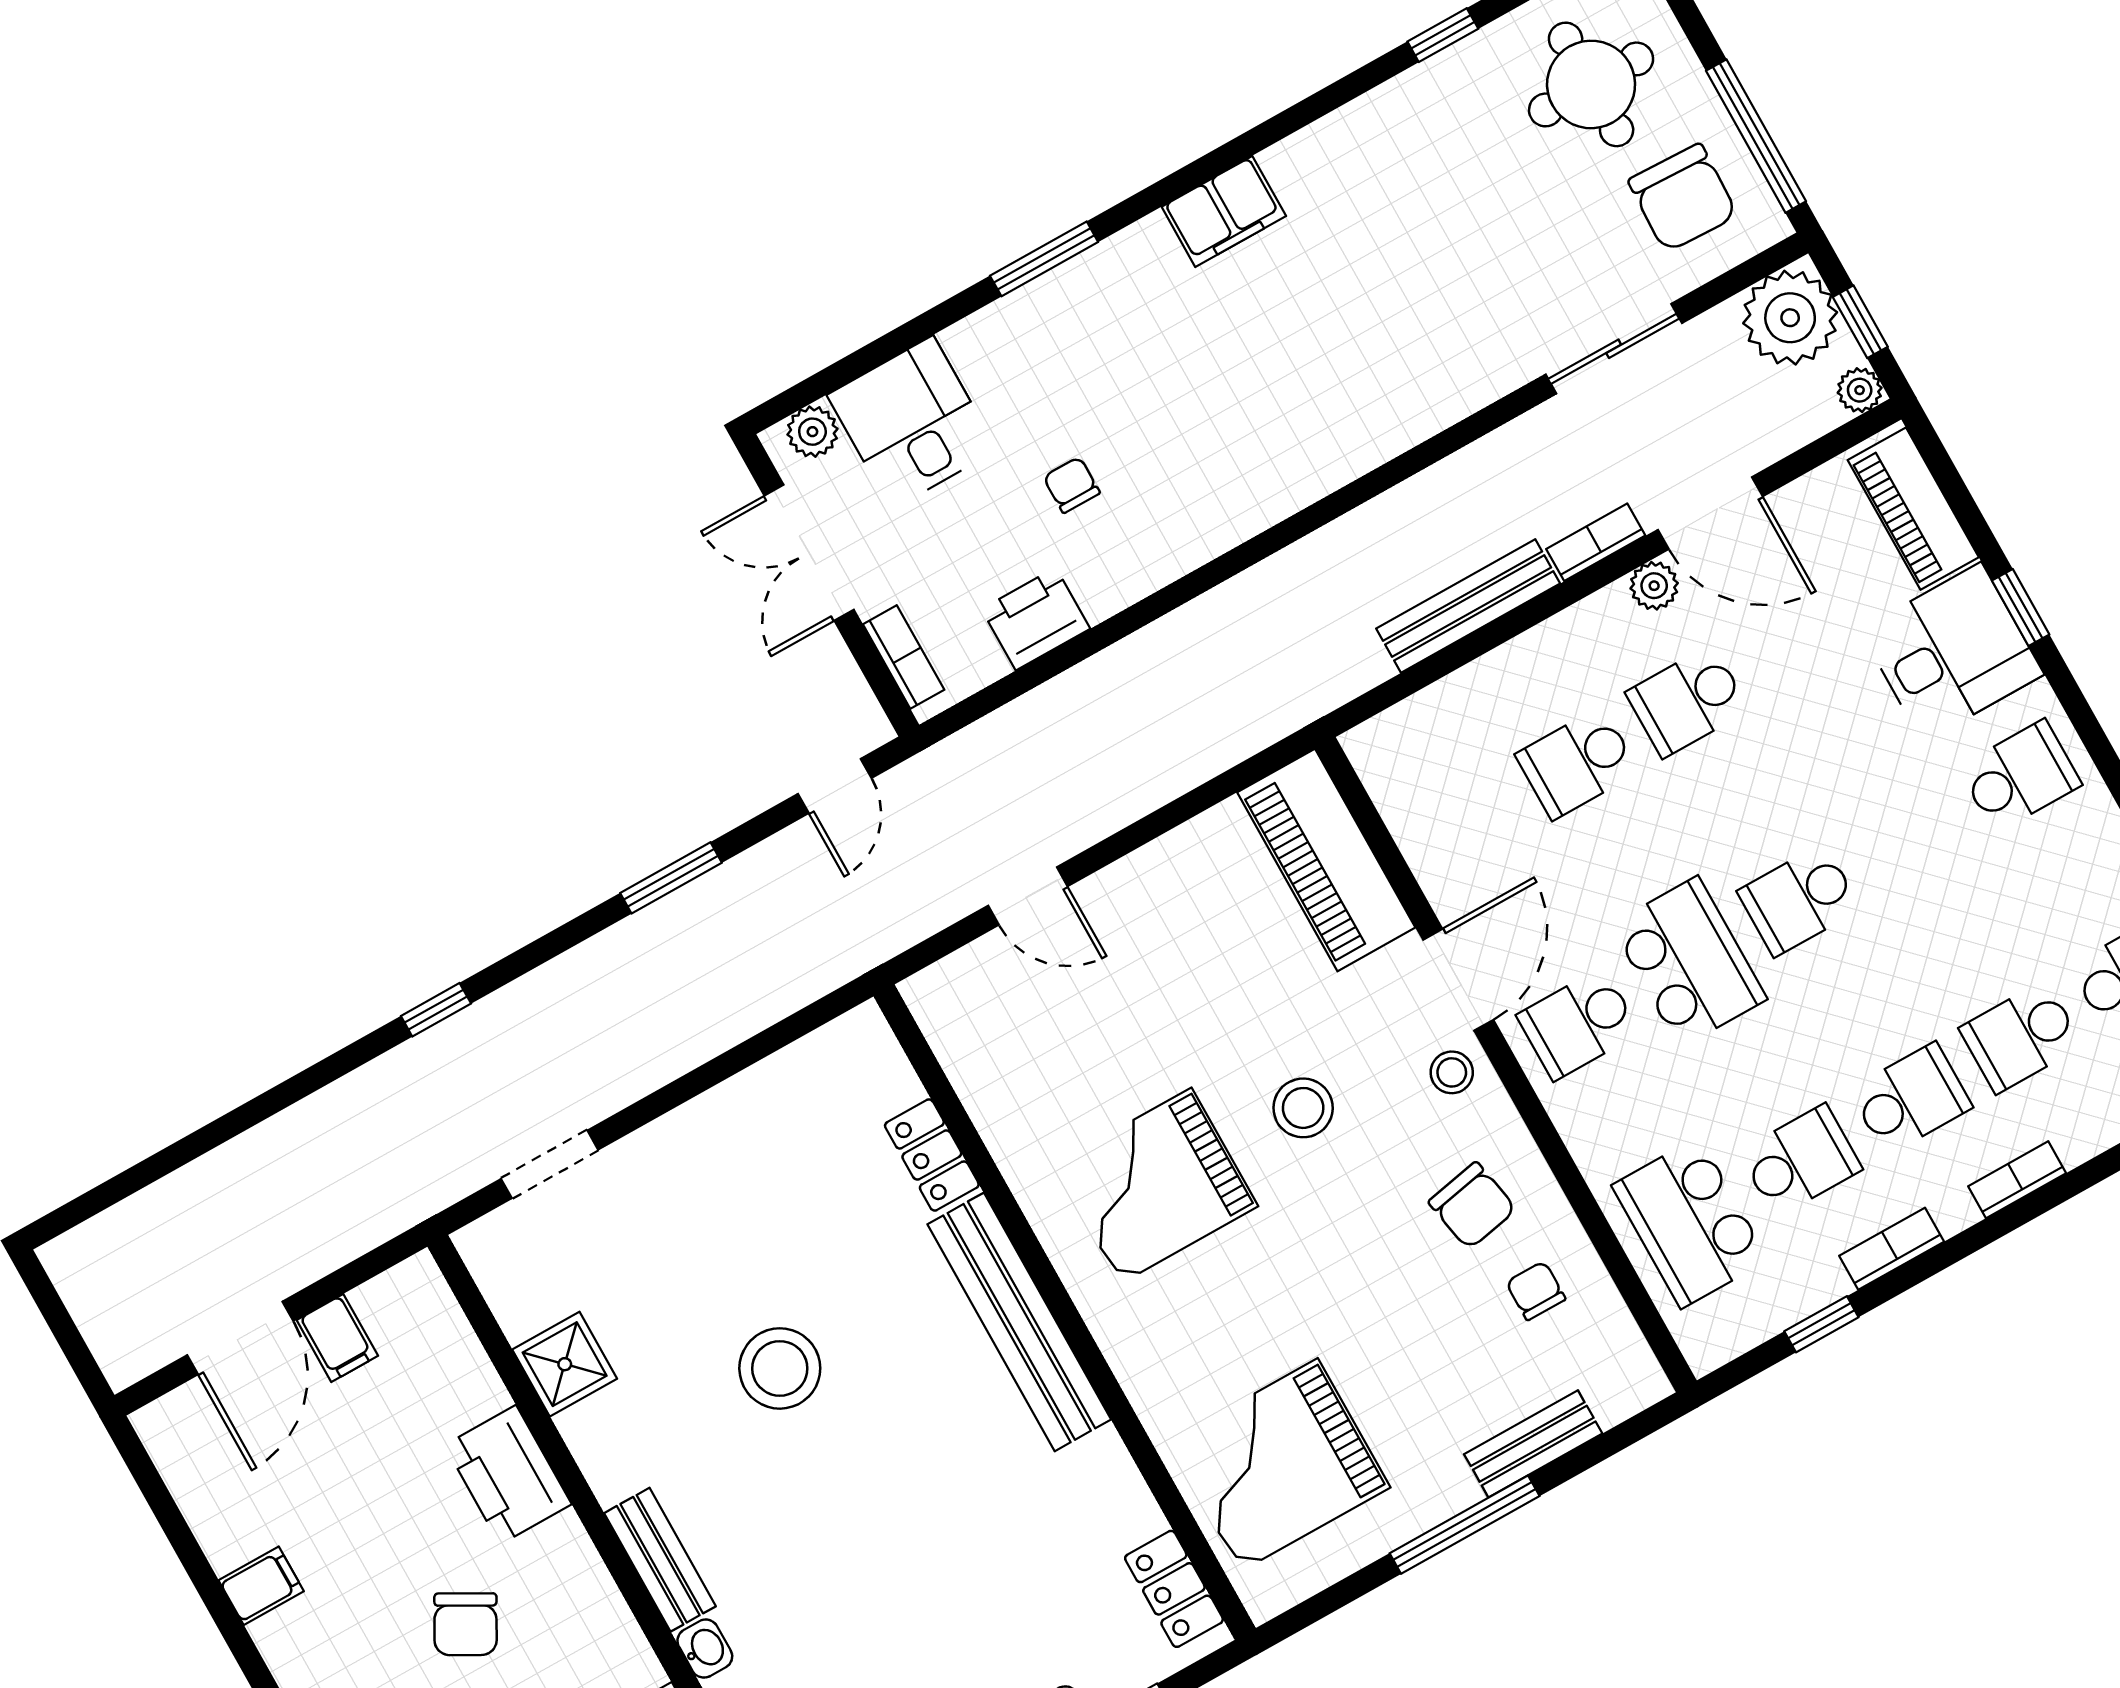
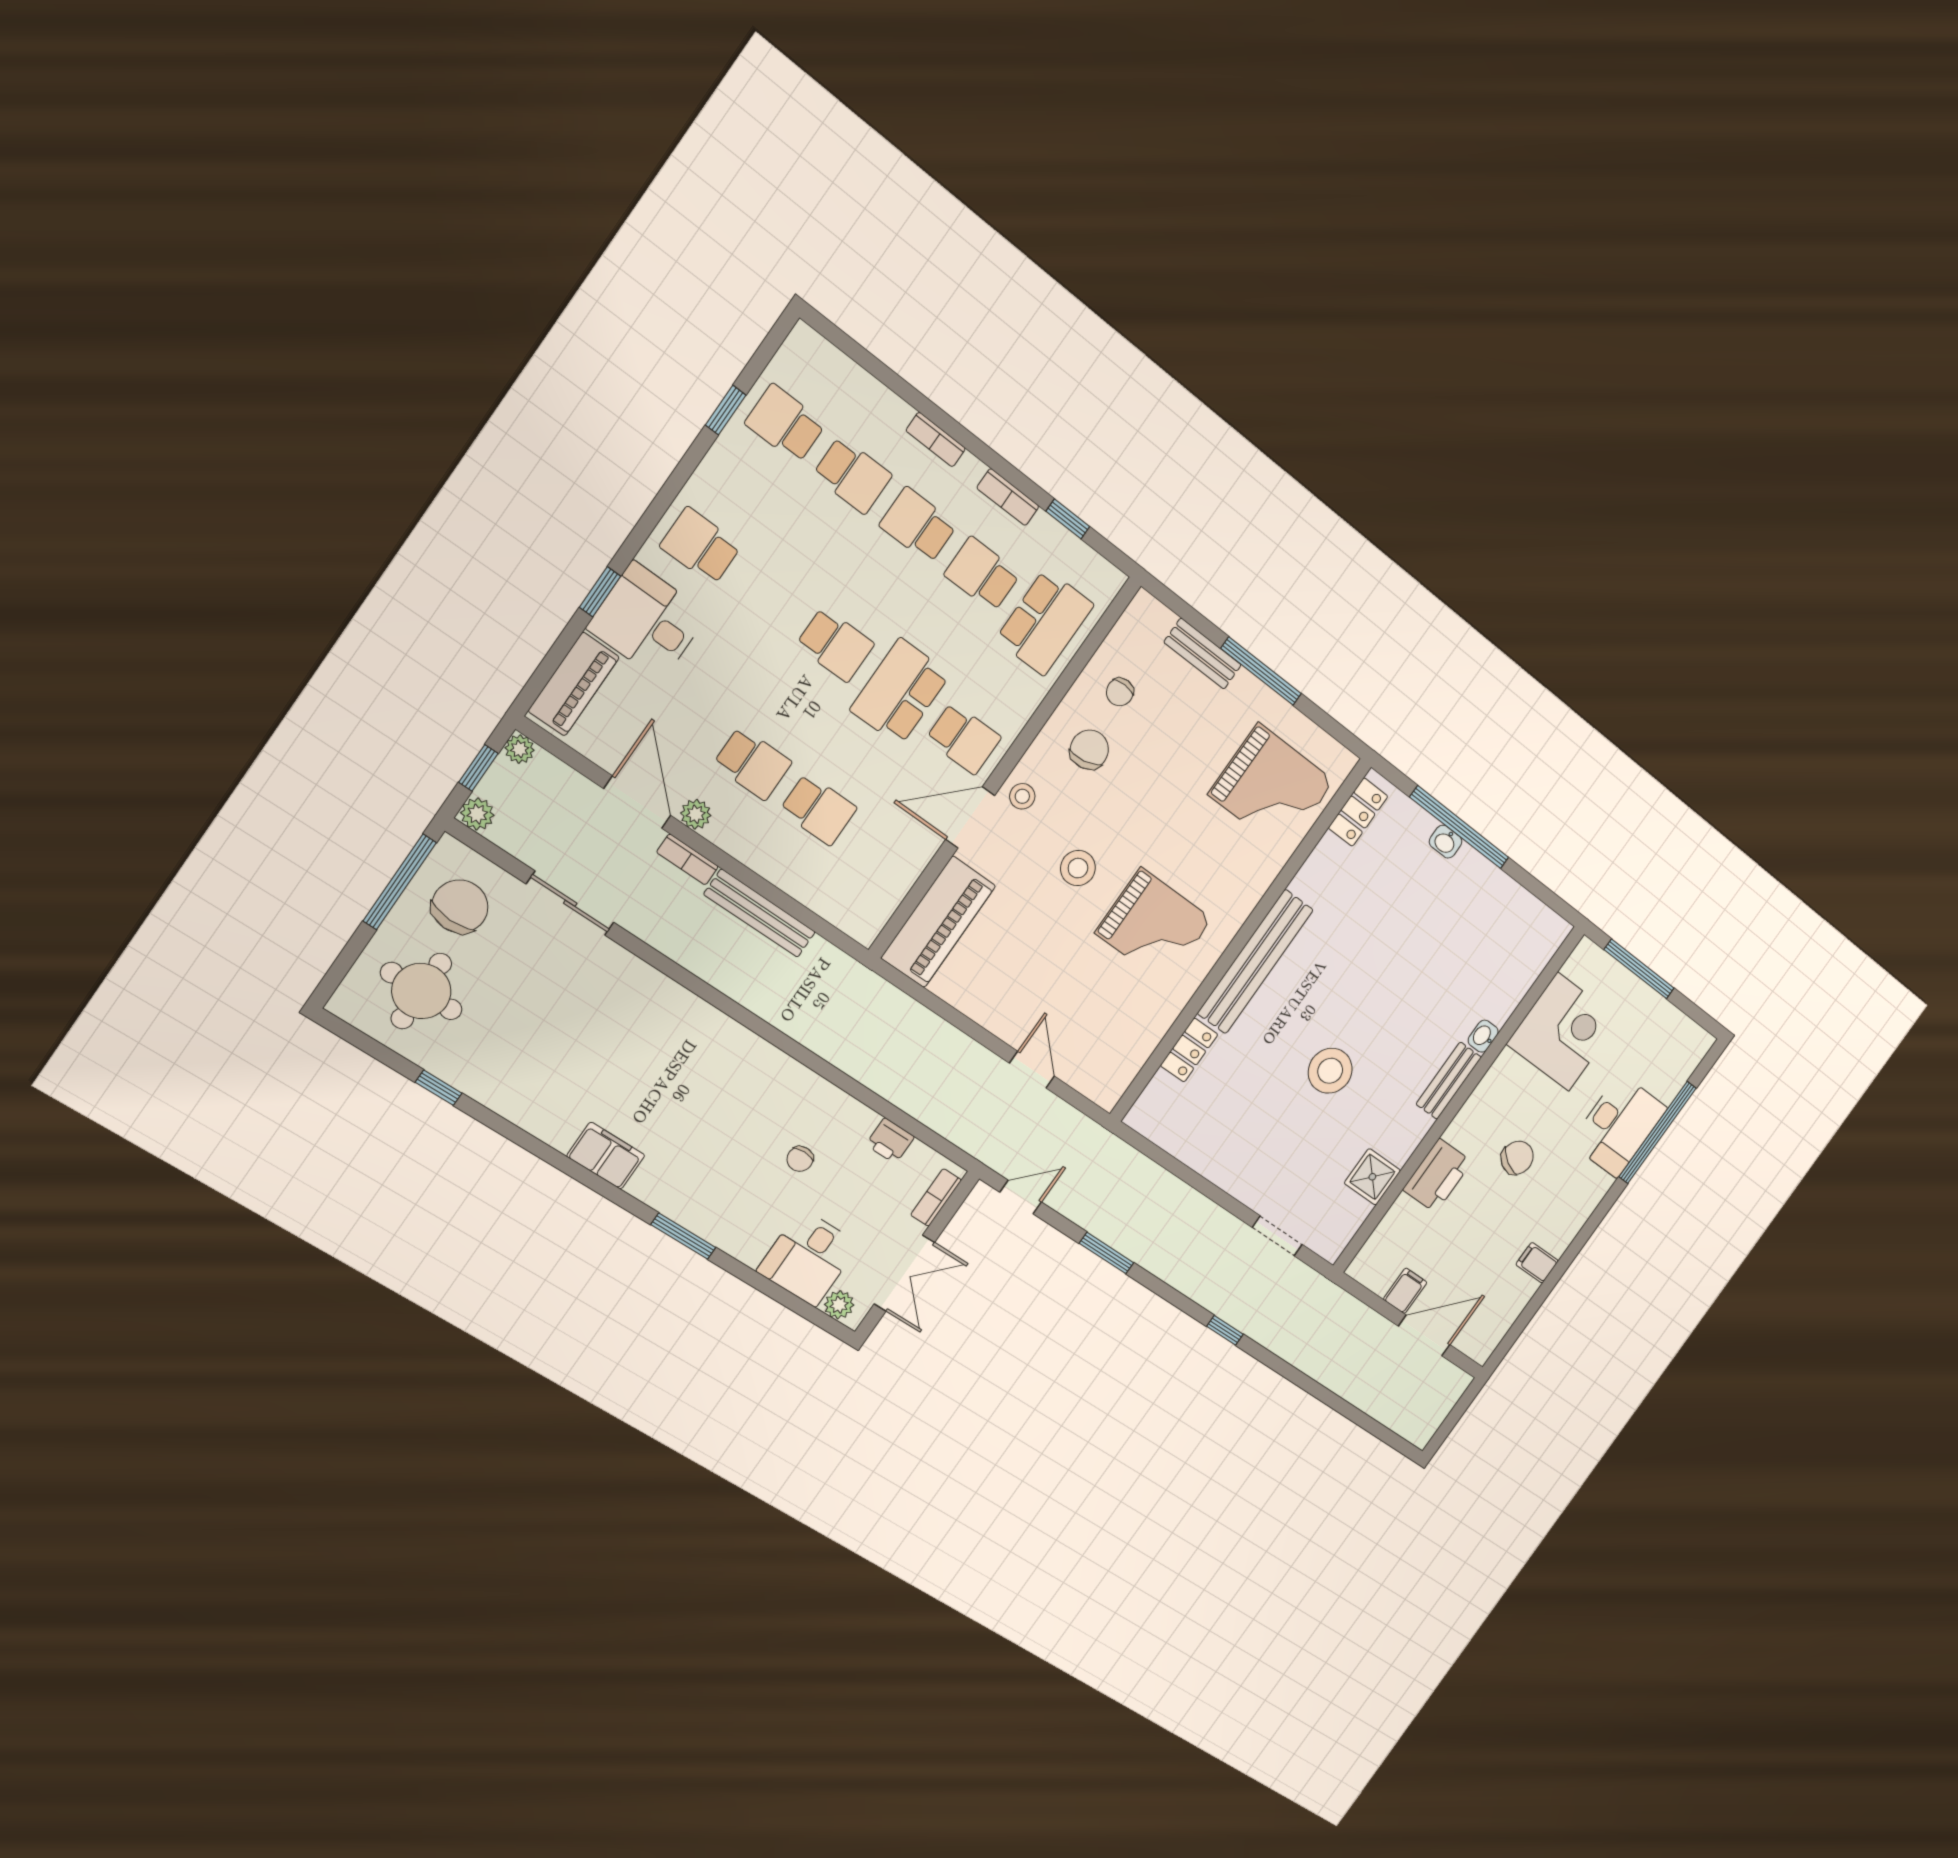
plant: (1790, 318) -> (477, 814), width x0.53, depth x0.53
printer: (1036, 619) -> (890, 1141), width x0.73, depth x0.81

